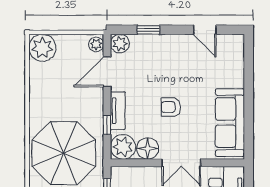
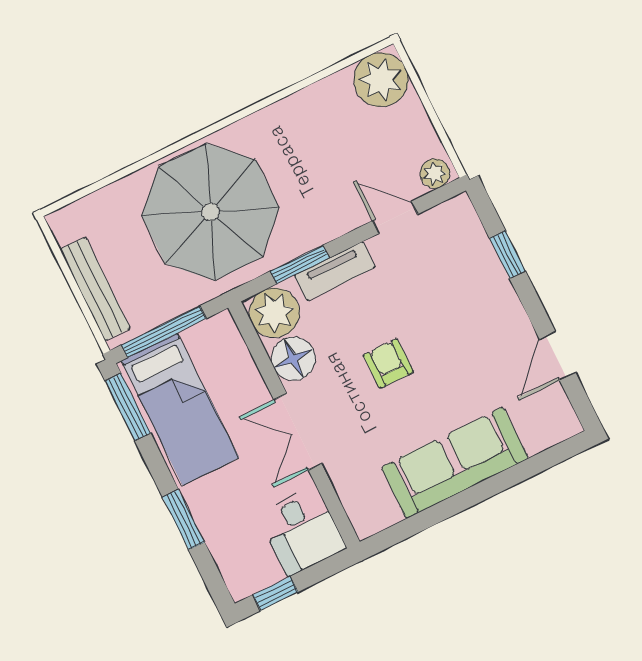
plant: (120, 44) -> (457, 215), removed
door: (107, 72) -> (395, 217), width x0.73
sofa: (230, 123) -> (455, 463), moved
window: (107, 125) -> (300, 264), width x1.50

